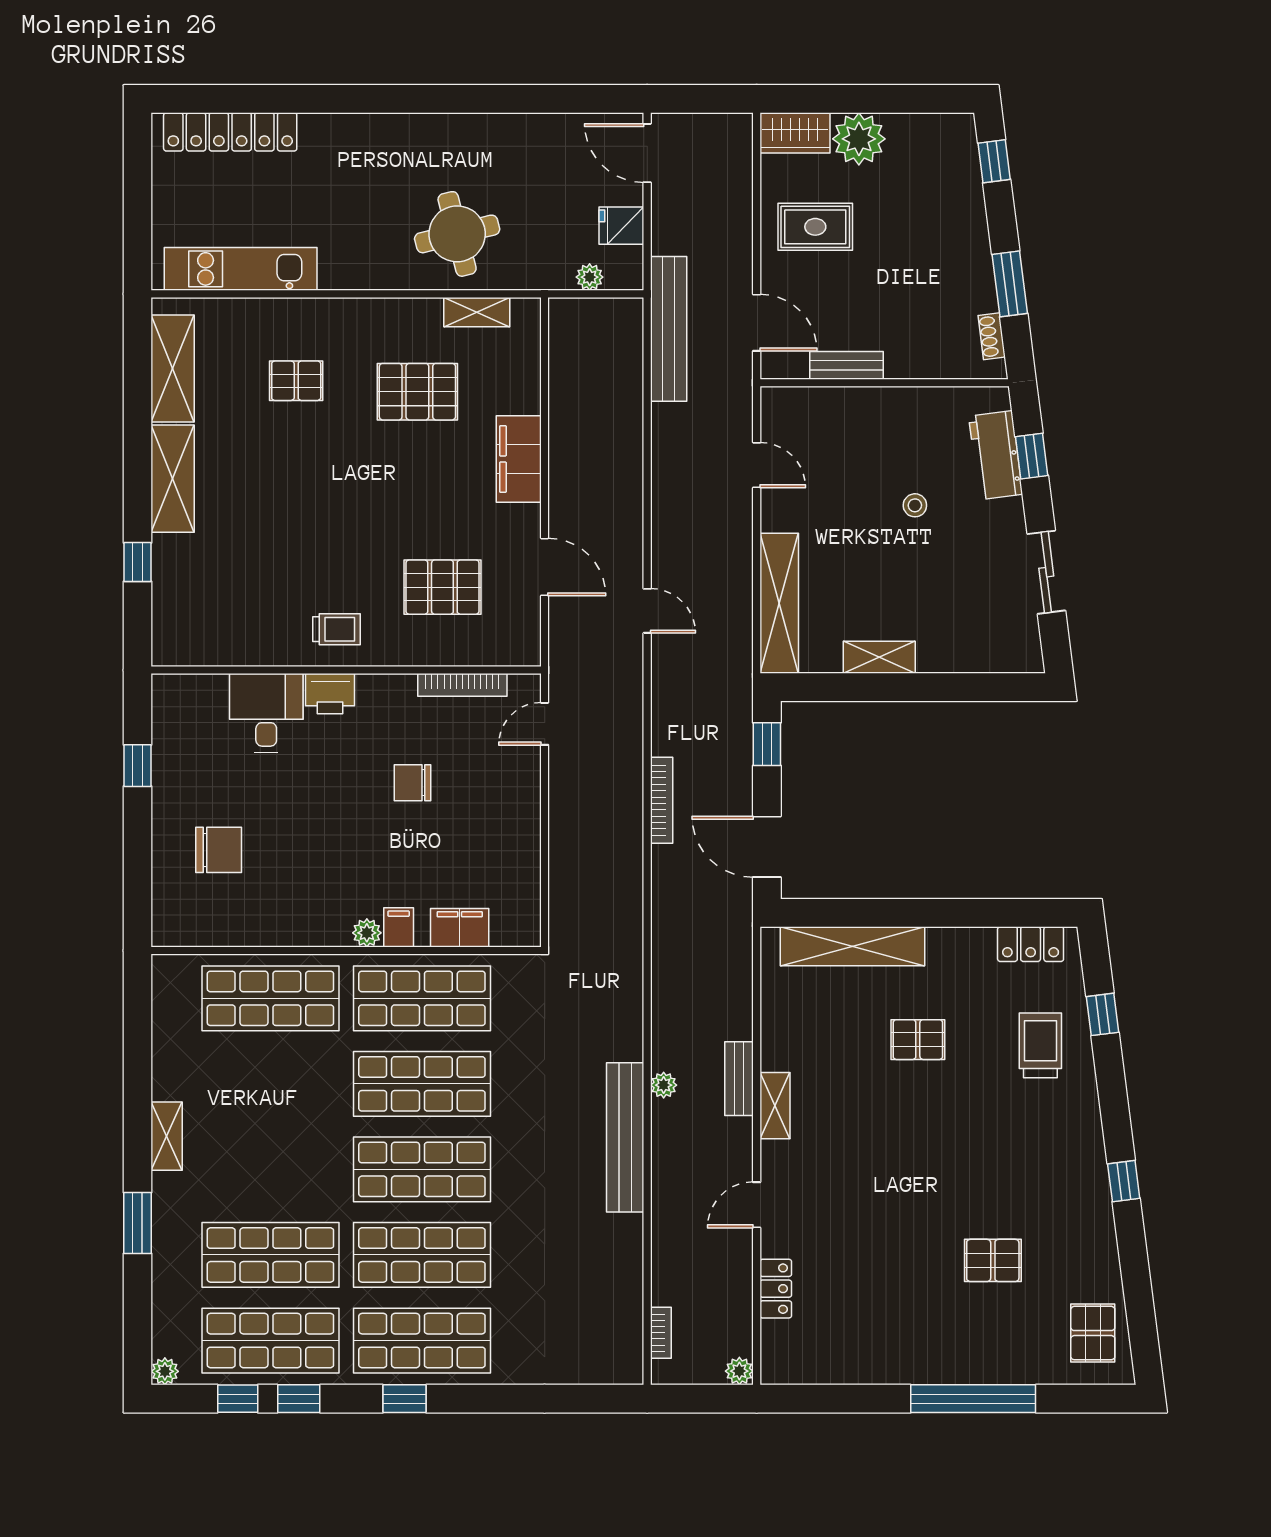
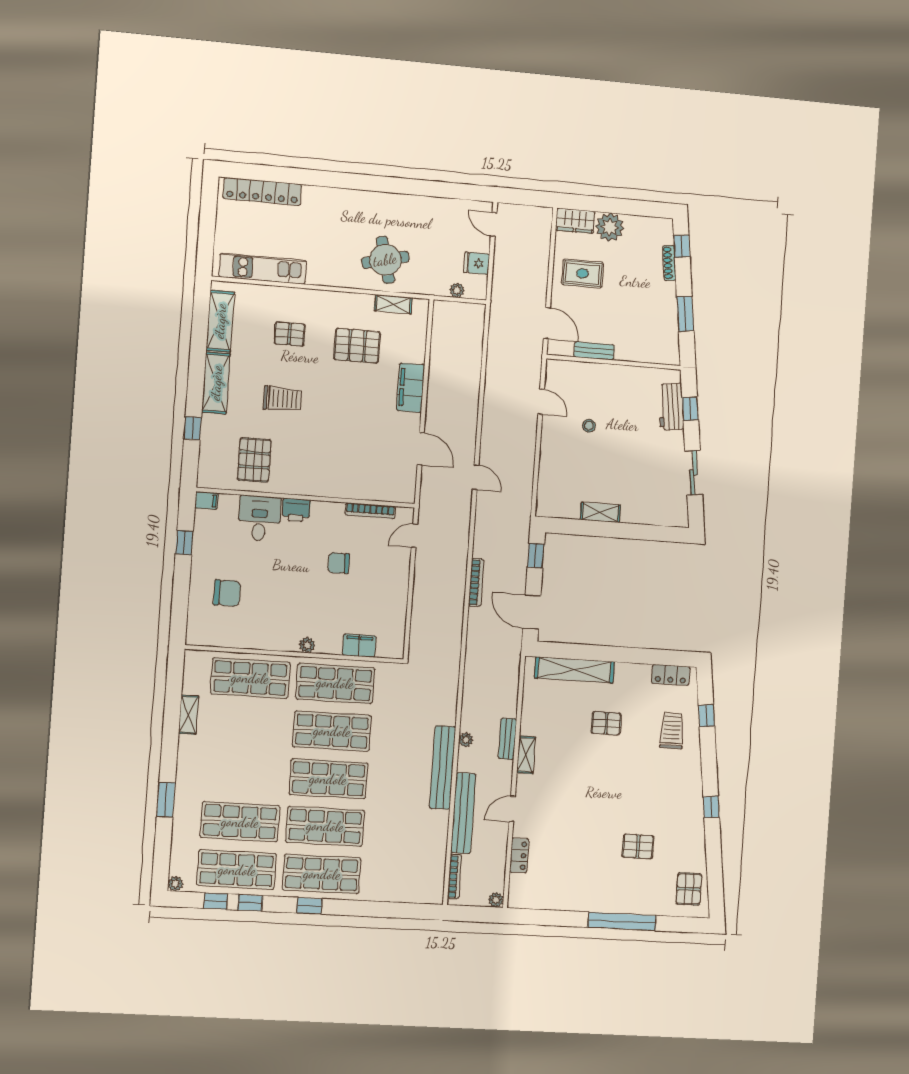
door: (647, 153) -> (494, 224), width x0.73
bench: (669, 329) -> (463, 813), moved
shoe rack: (992, 336) -> (669, 263), moved, width x1.43
stool: (915, 505) -> (589, 426), moved
pallet: (442, 587) -> (254, 460), moved, turned 90
shelving: (779, 603) -> (548, 479), removed
trolley: (336, 629) -> (283, 399), moved, width x1.36, depth x1.39
filing cabinet: (399, 927) -> (206, 501), moved, turned 90
shelving: (167, 1136) -> (189, 715), moved
bookcase: (661, 1333) -> (454, 877), width x1.56

